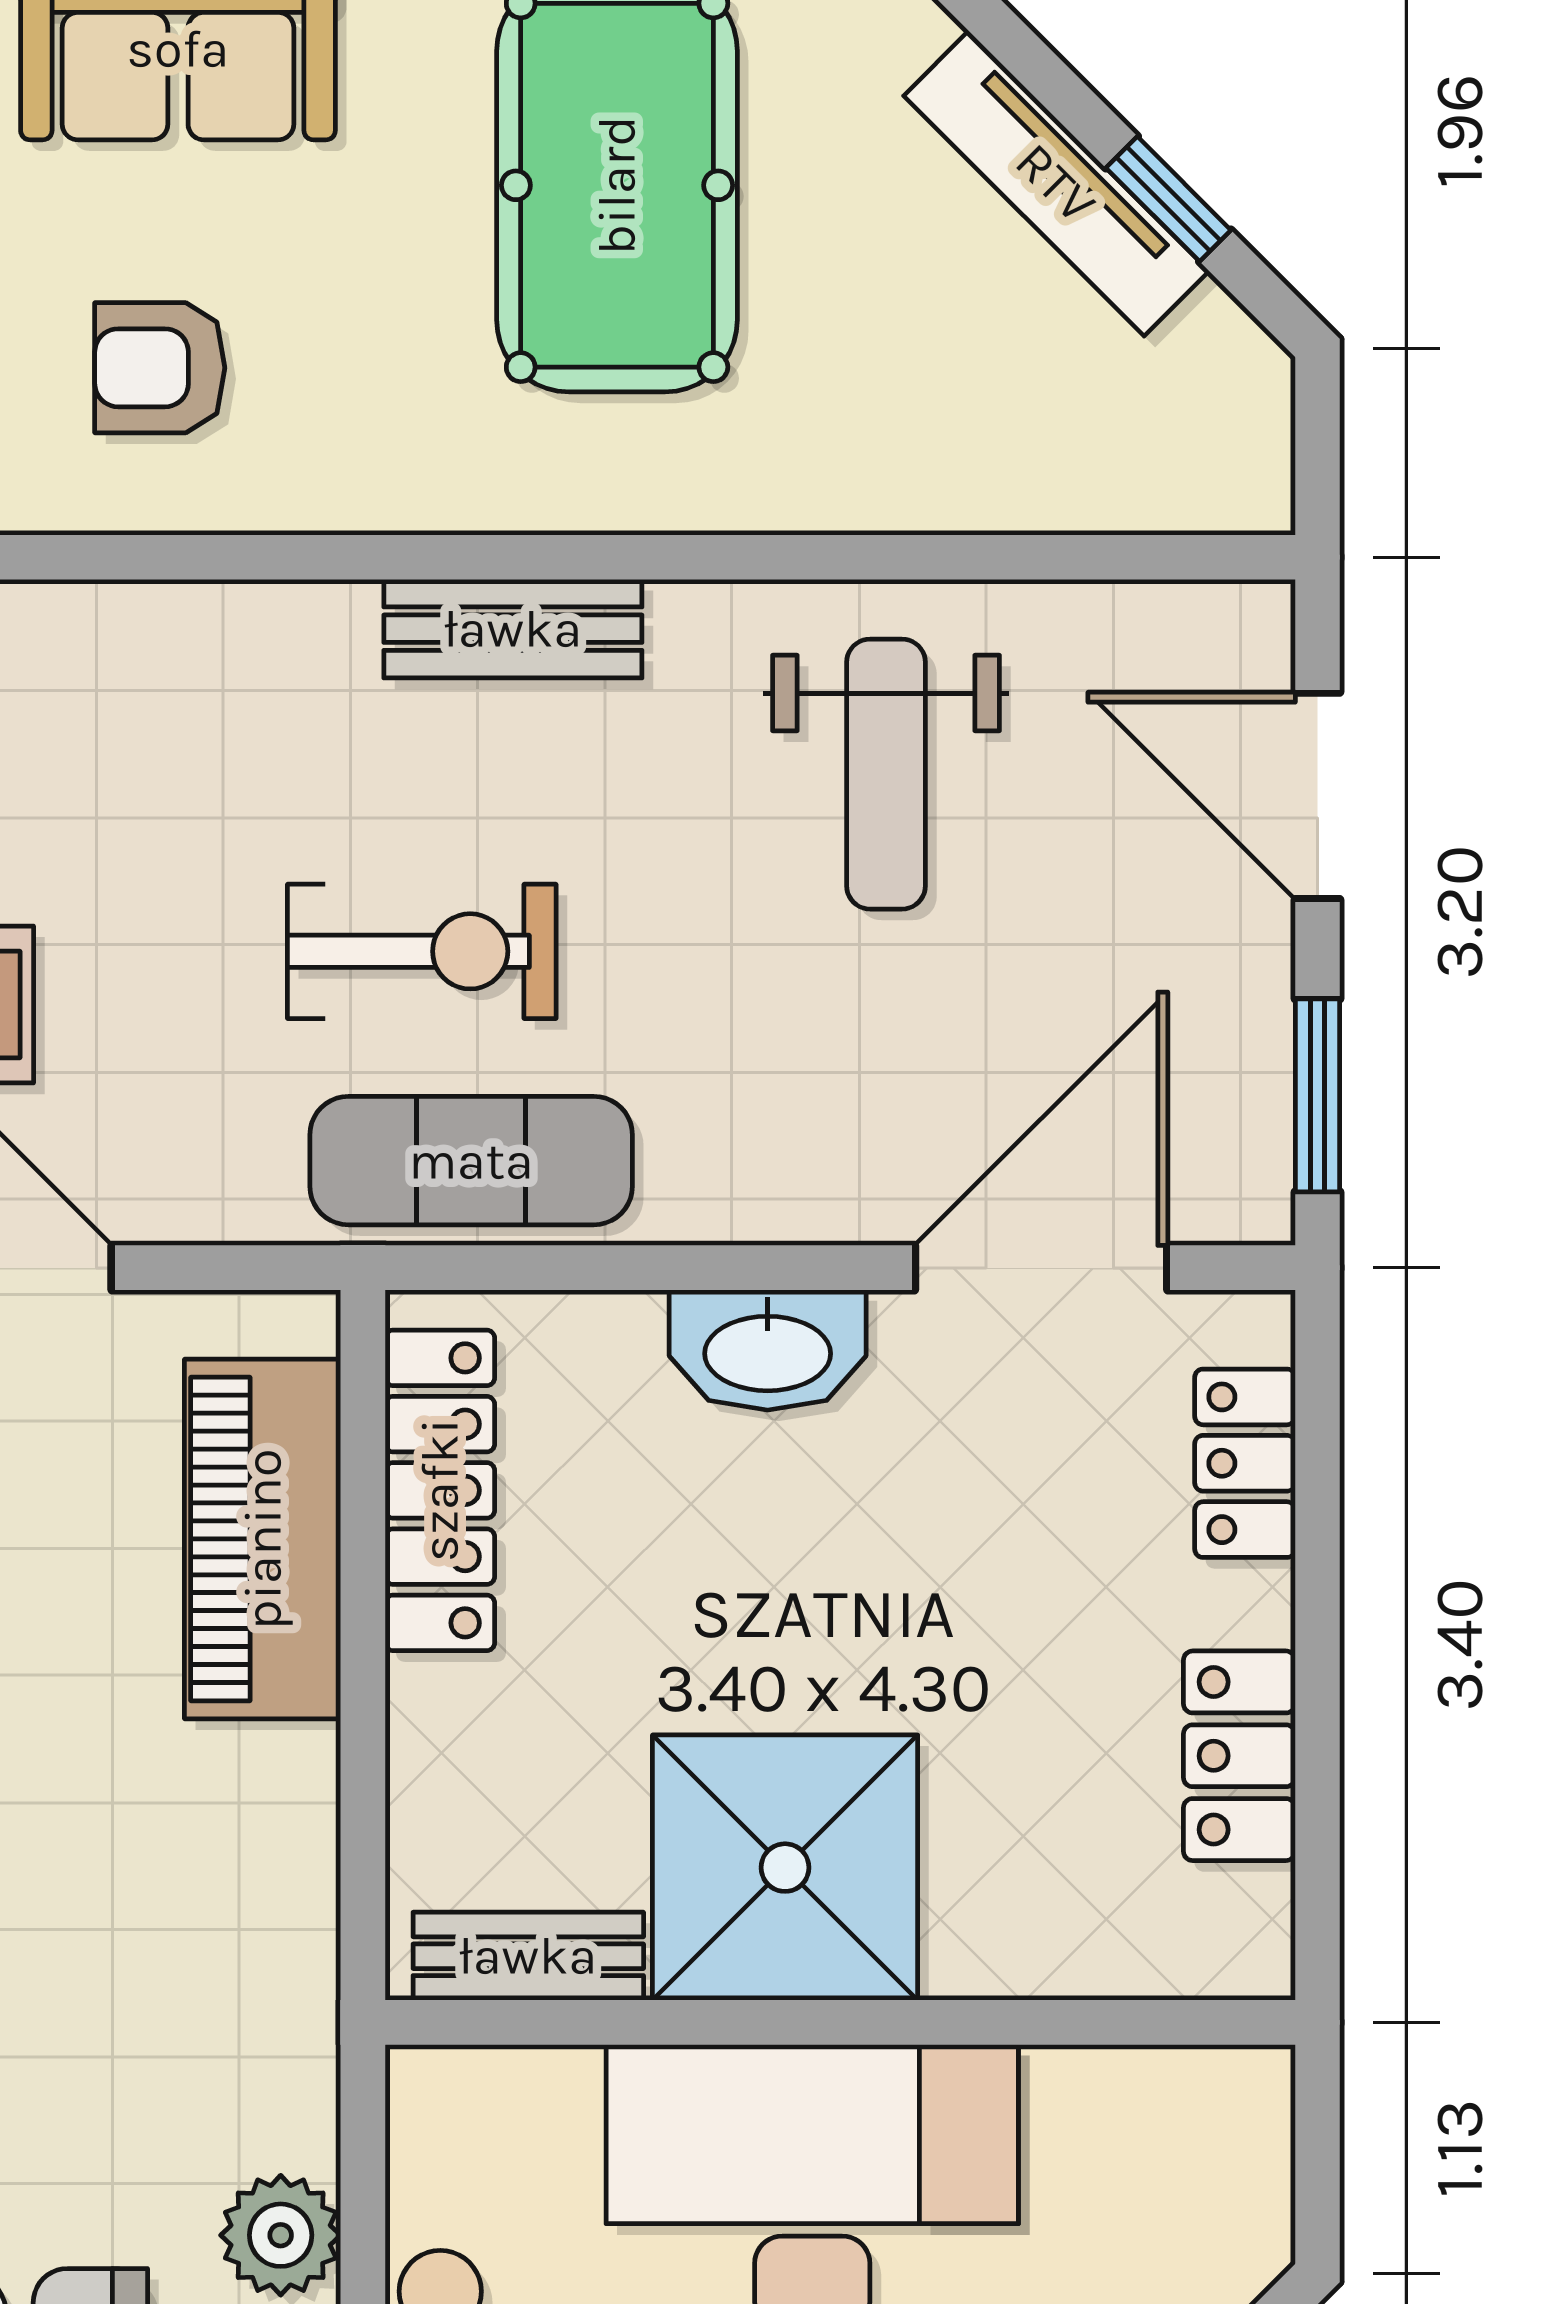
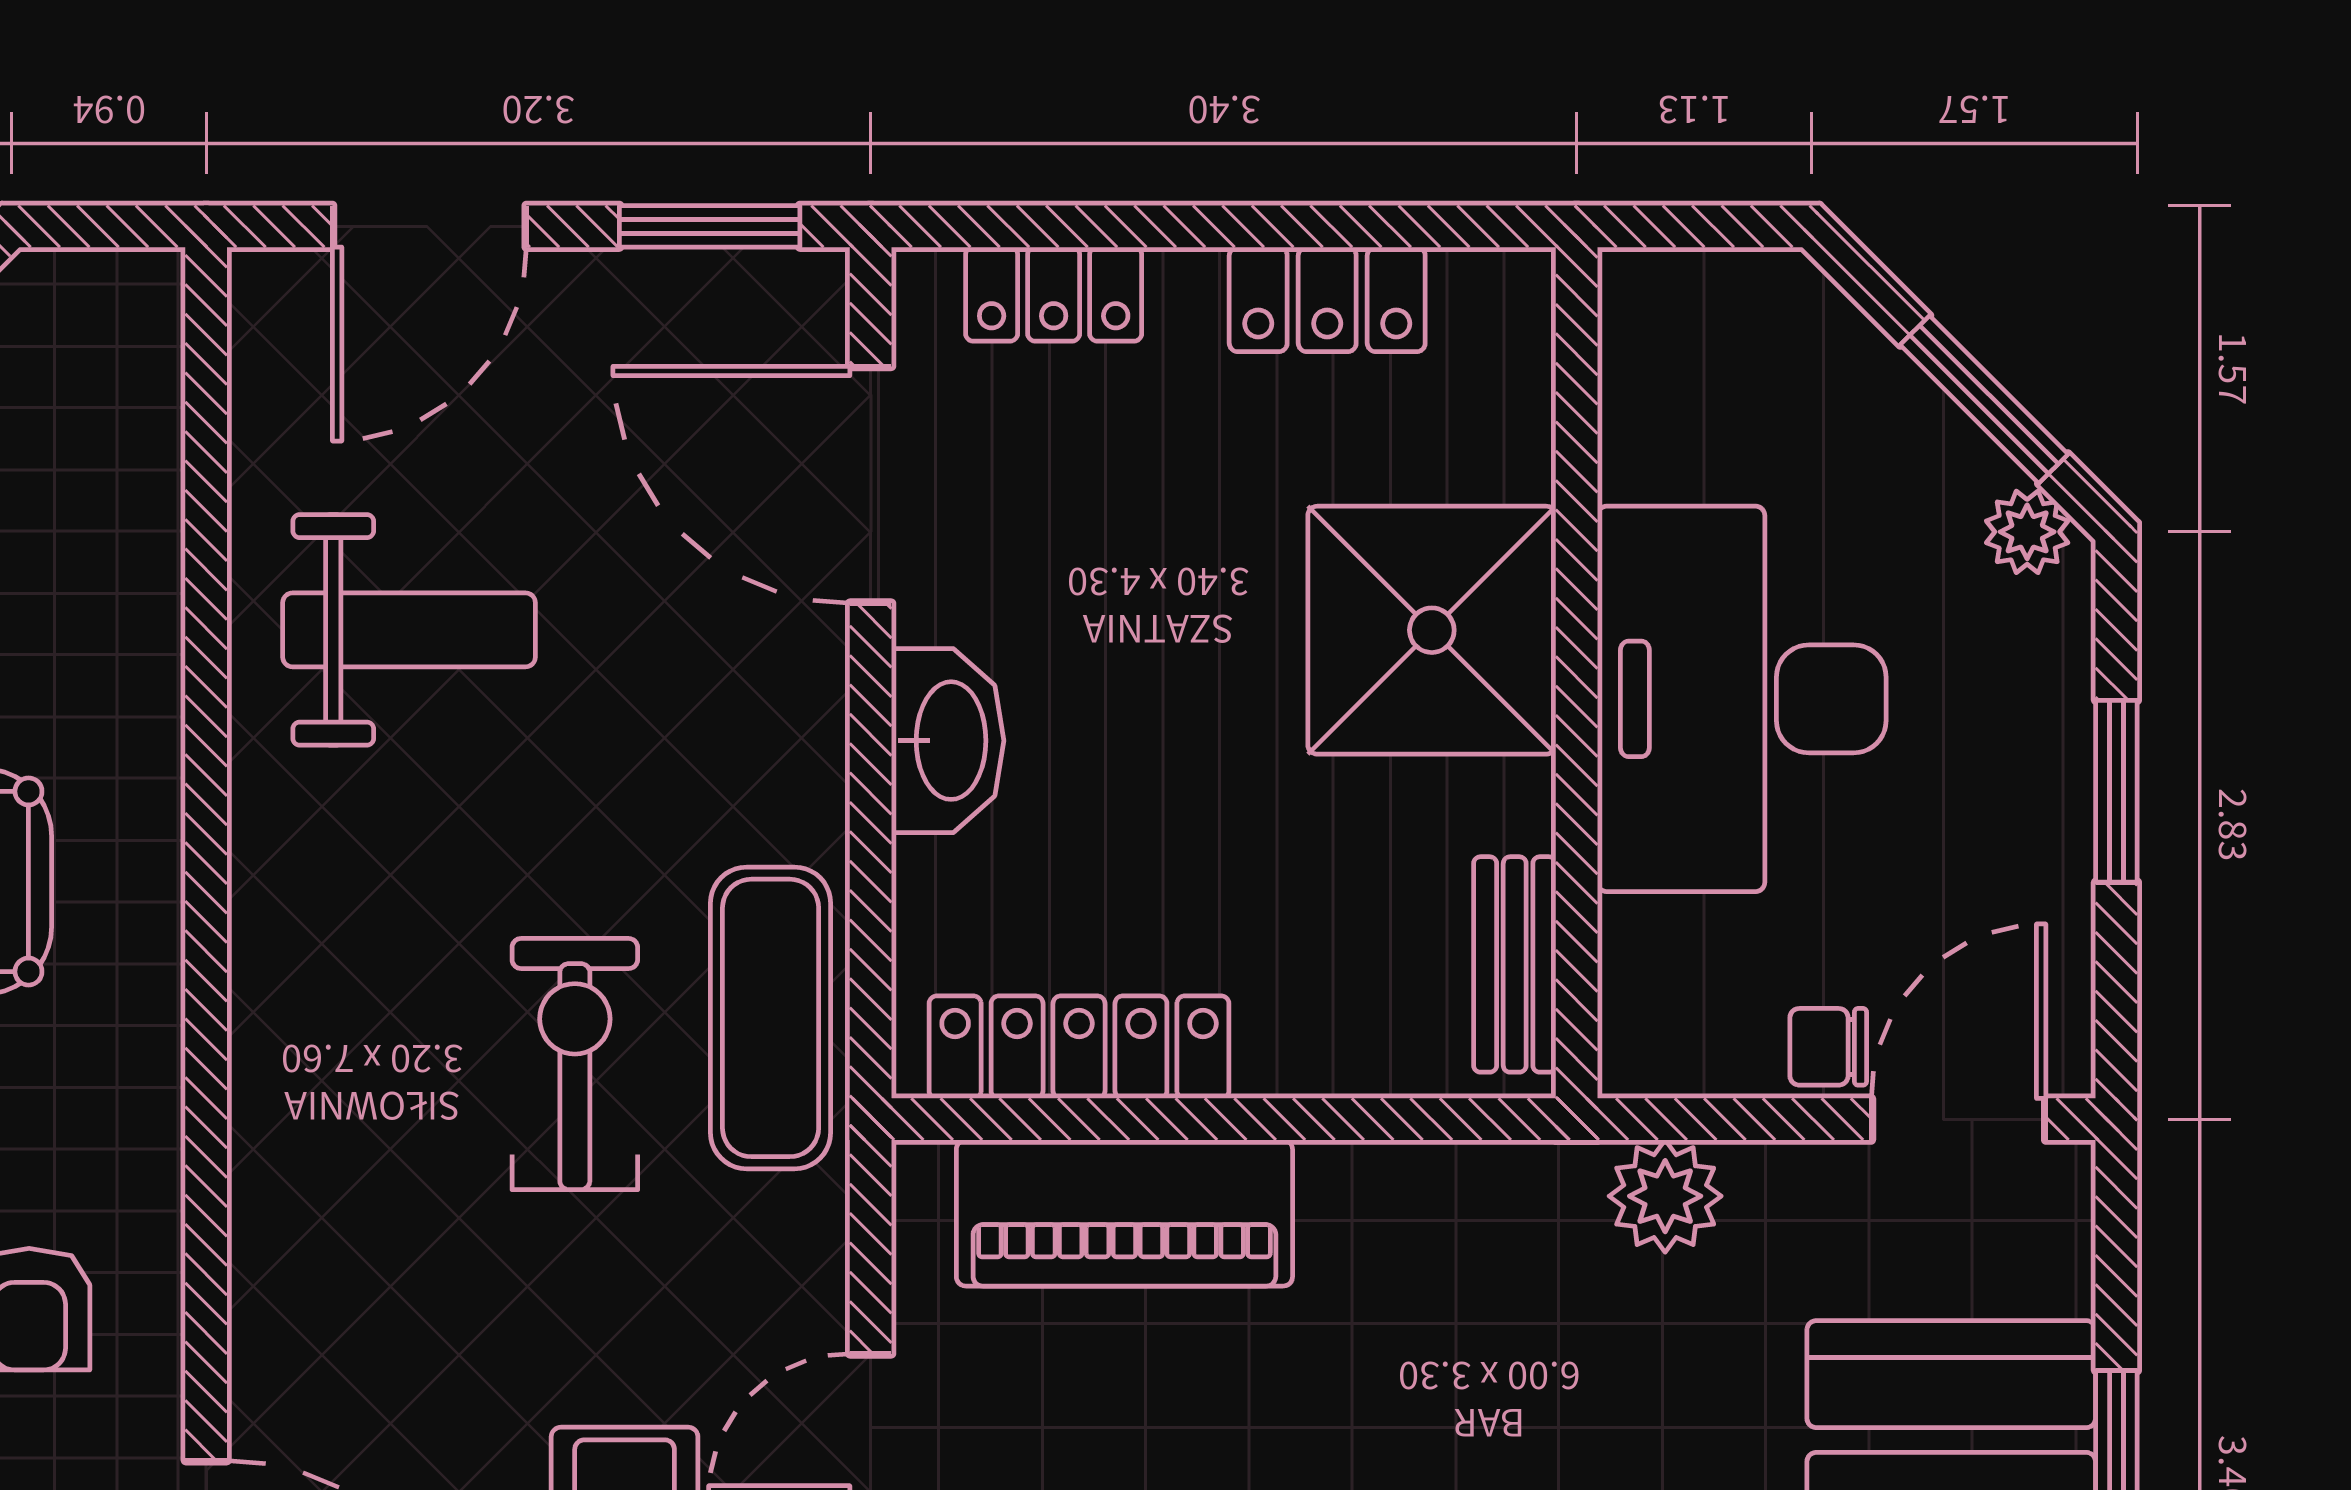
bench: (513, 629) -> (273, 979), removed
shower: (785, 1868) -> (1432, 630), moved
plant: (281, 2235) -> (1665, 1196), moved

